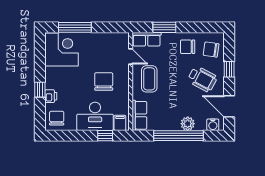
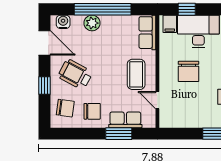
row of seats: (147, 39) -> (125, 120), moved

